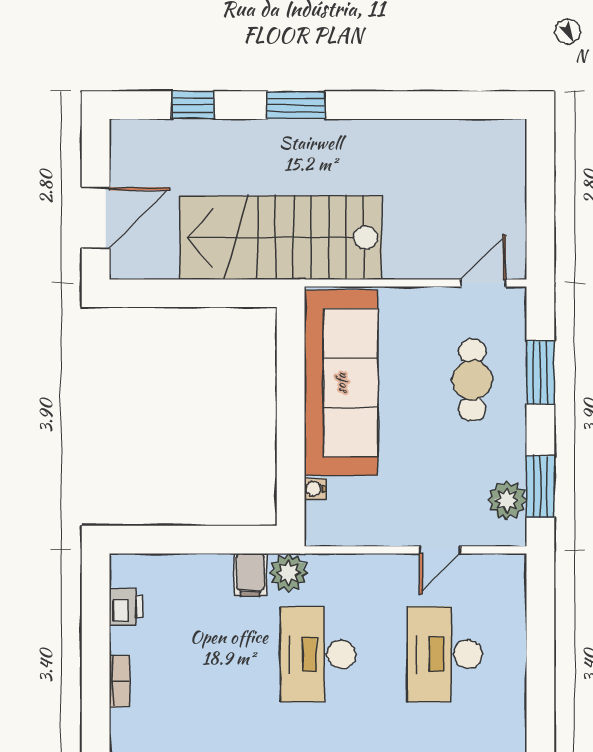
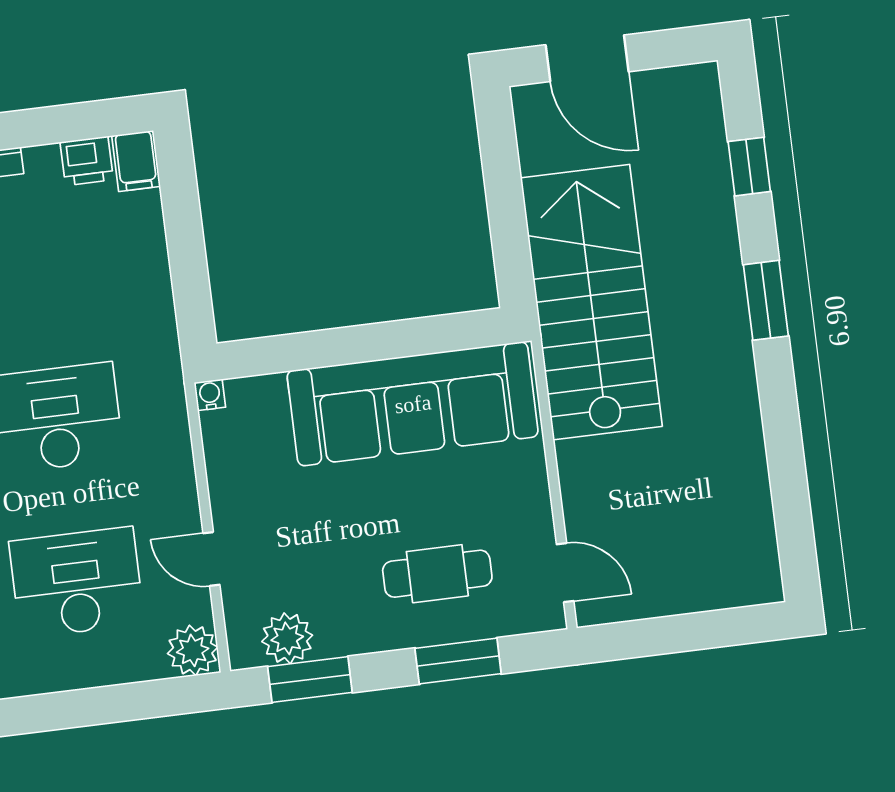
water cooler: (315, 489) -> (210, 395), moved
plant: (289, 573) -> (193, 650), moved
filing cabinet: (250, 575) -> (136, 161), moved, turned -90

